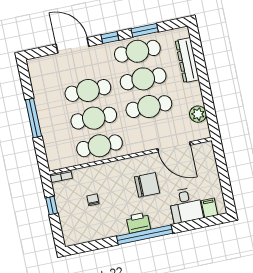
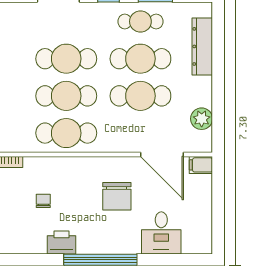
cafe table: (137, 51) -> (140, 21), width x0.73, depth x0.74
chair: (147, 185) -> (117, 196), turned 90
filing cabinet: (209, 208) -> (201, 165), moved, turned -90
printer: (138, 223) -> (61, 243), moved

